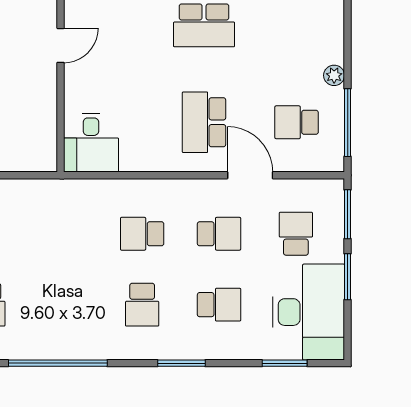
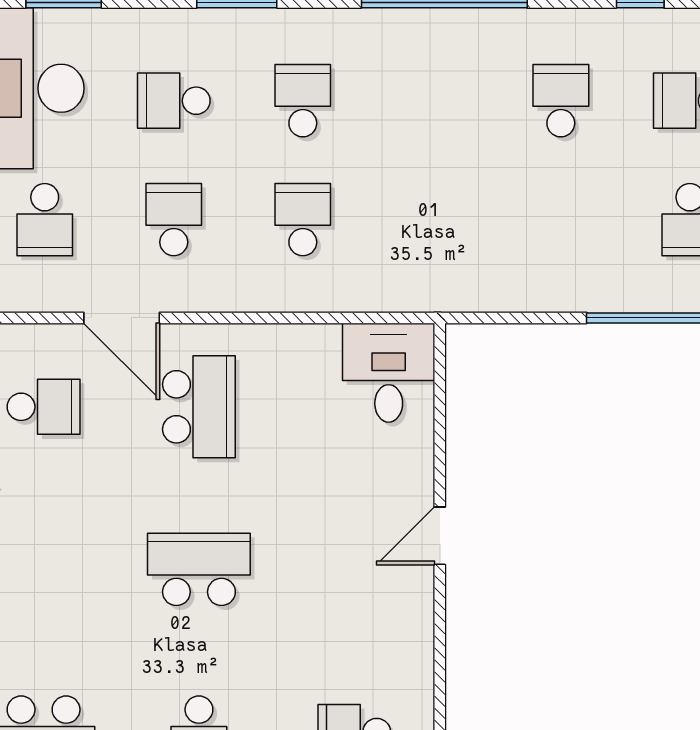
school desk: (142, 234) -> (303, 220), turned -90
school desk: (219, 234) -> (174, 220), turned 90

